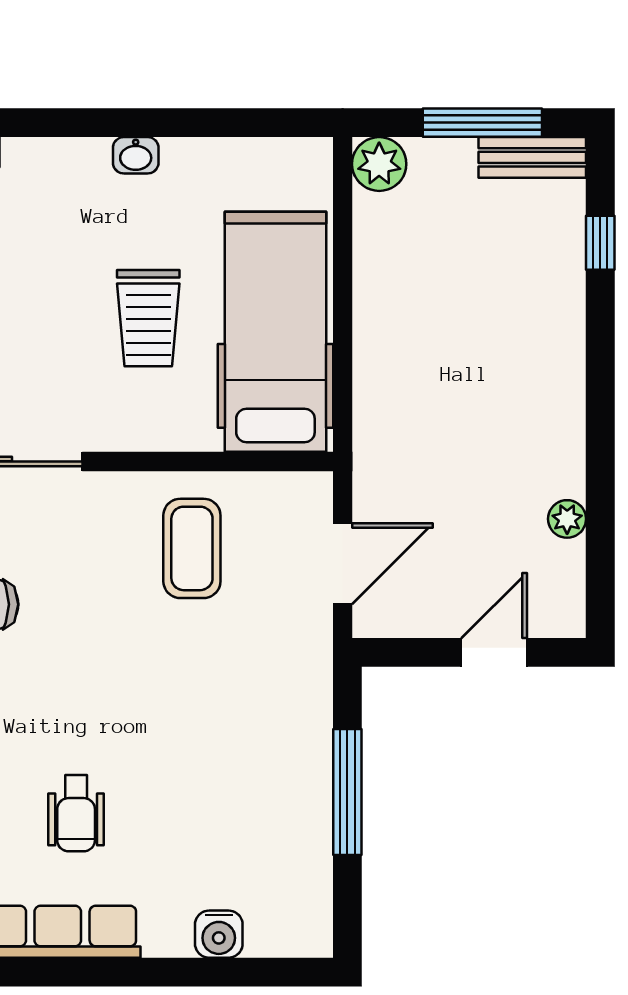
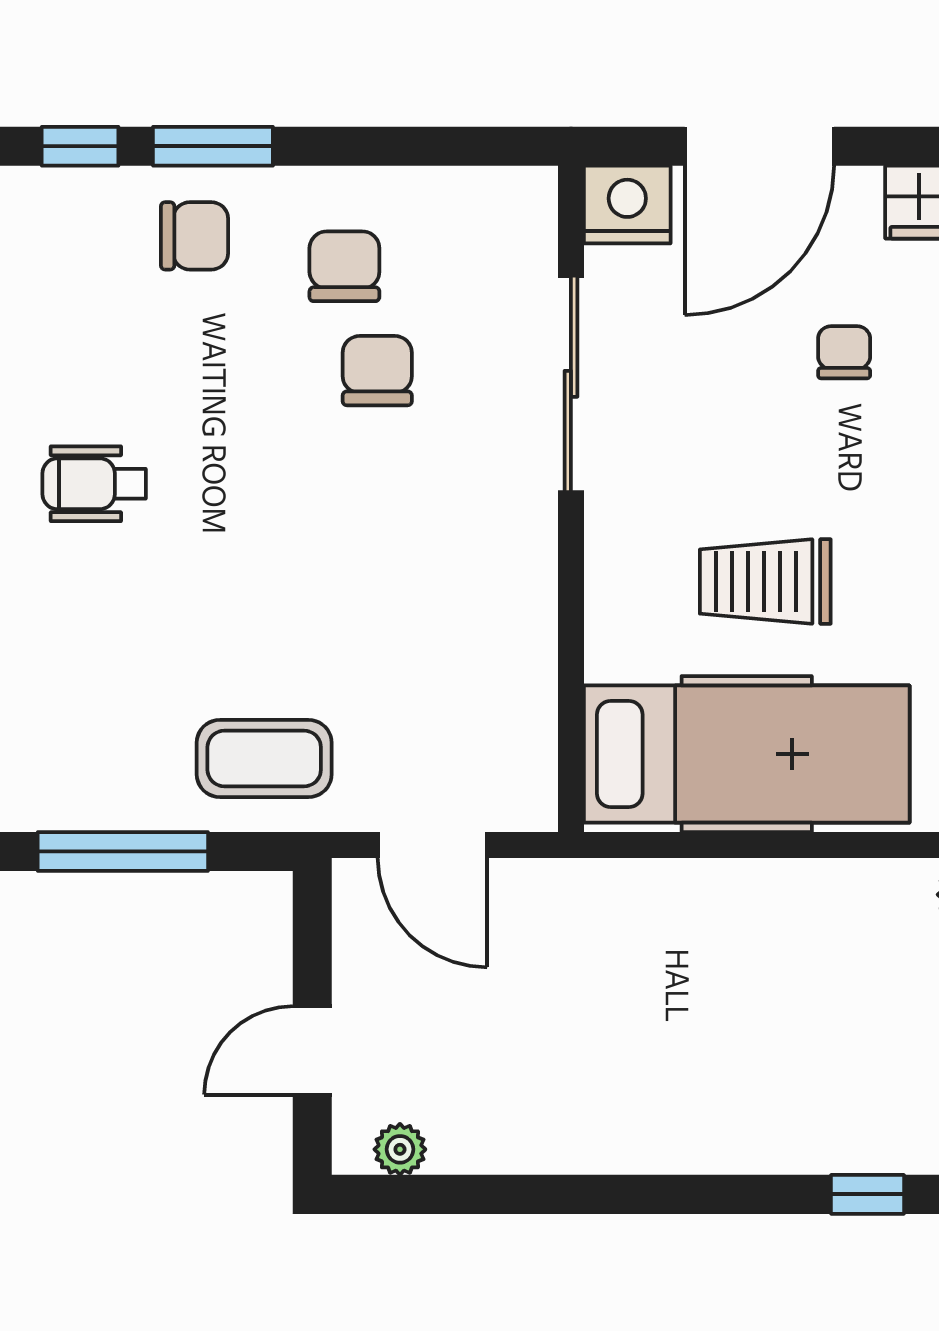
plant: (567, 519) -> (400, 1149), moved
coffee table: (192, 548) -> (264, 758), moved
door: (494, 652) -> (312, 1050), swing flipped

